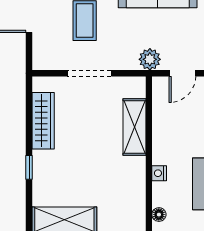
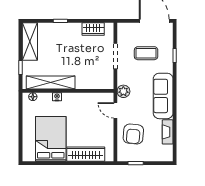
wardrobe: (43, 121) -> (93, 29), width x0.67
shelving: (134, 127) -> (51, 82), moved, width x1.47

